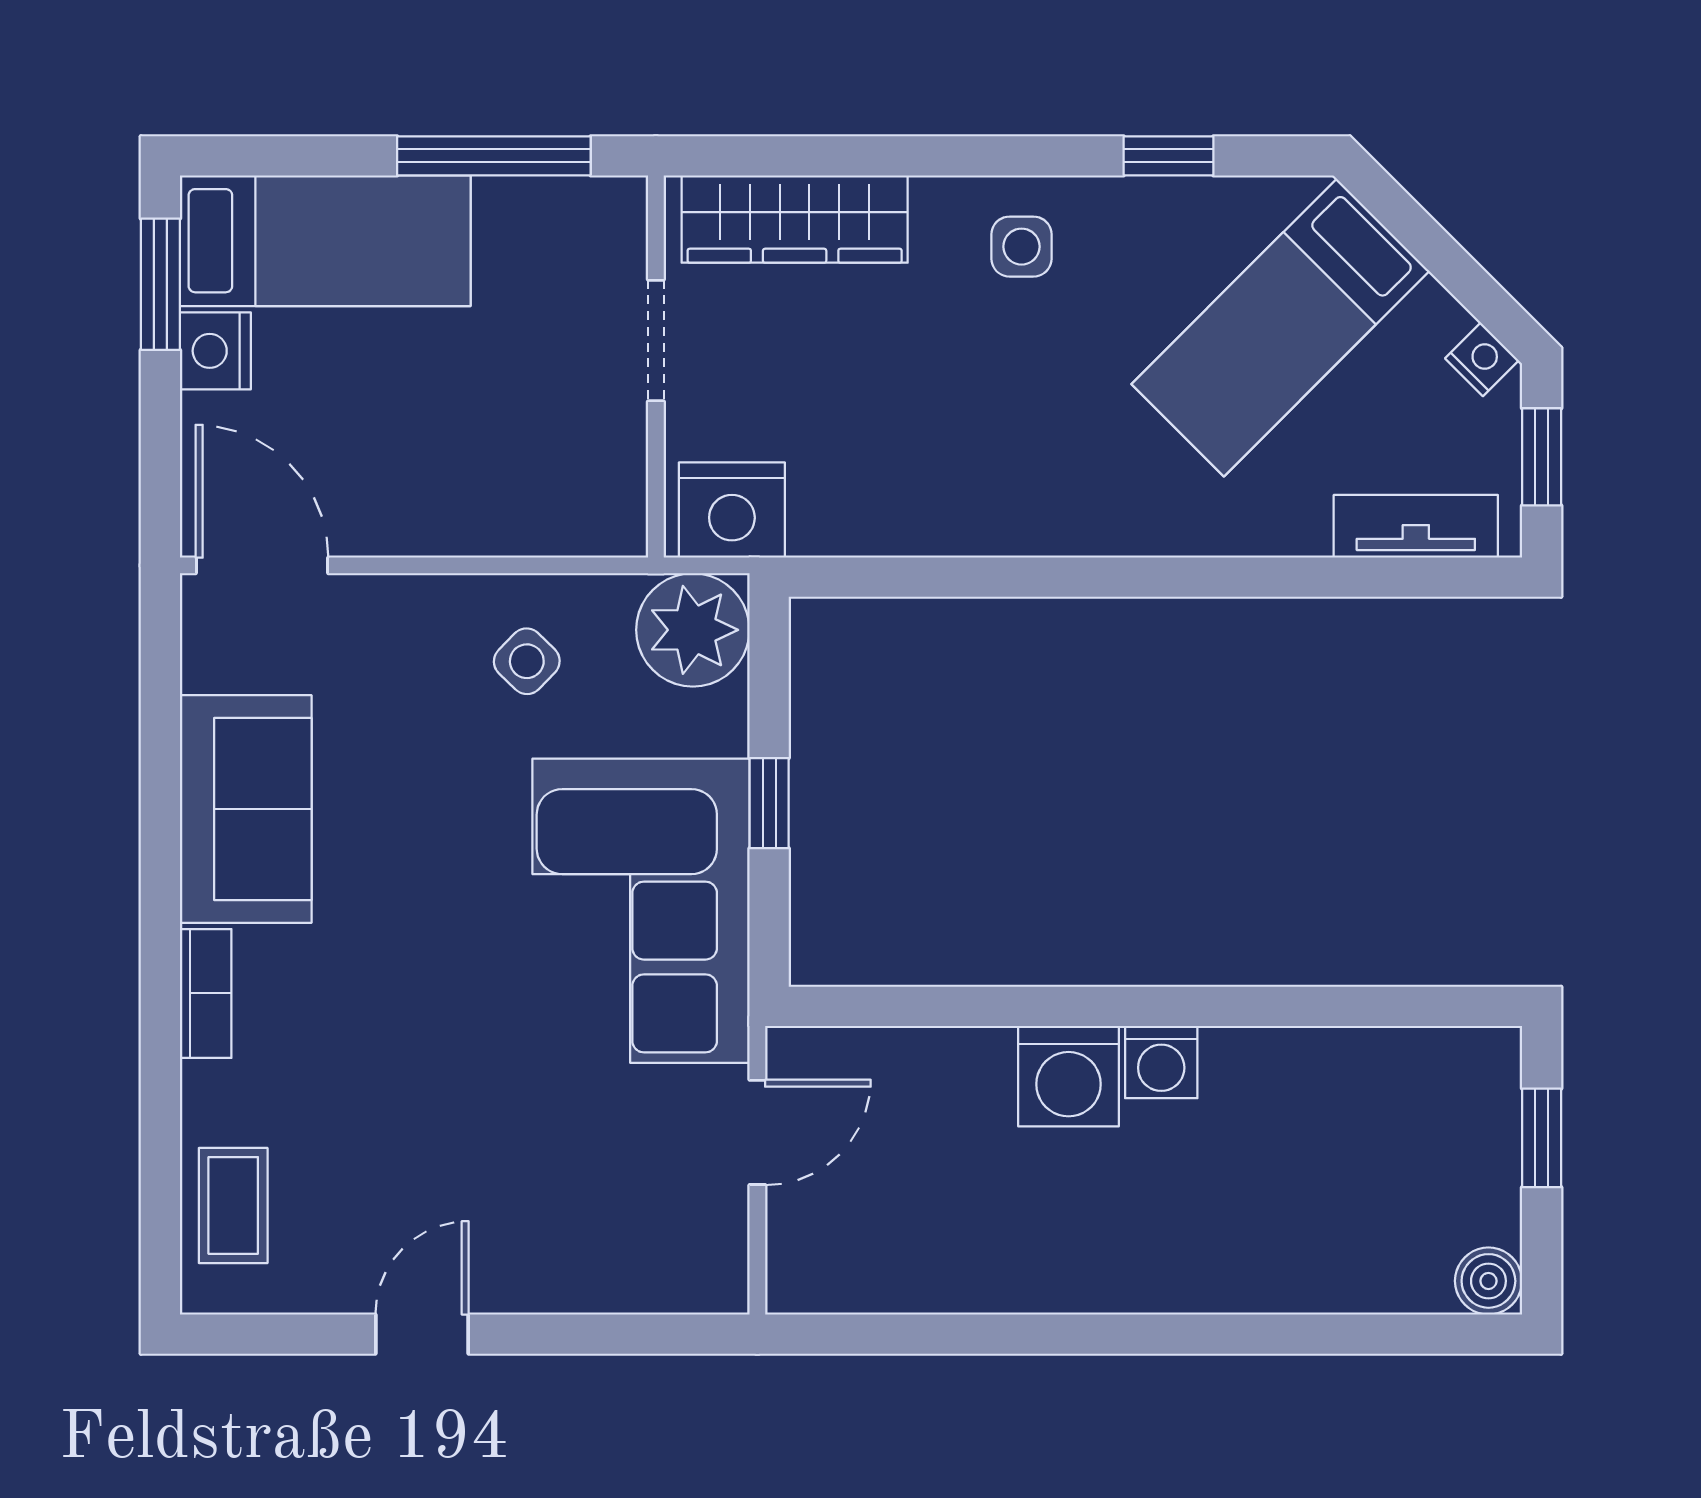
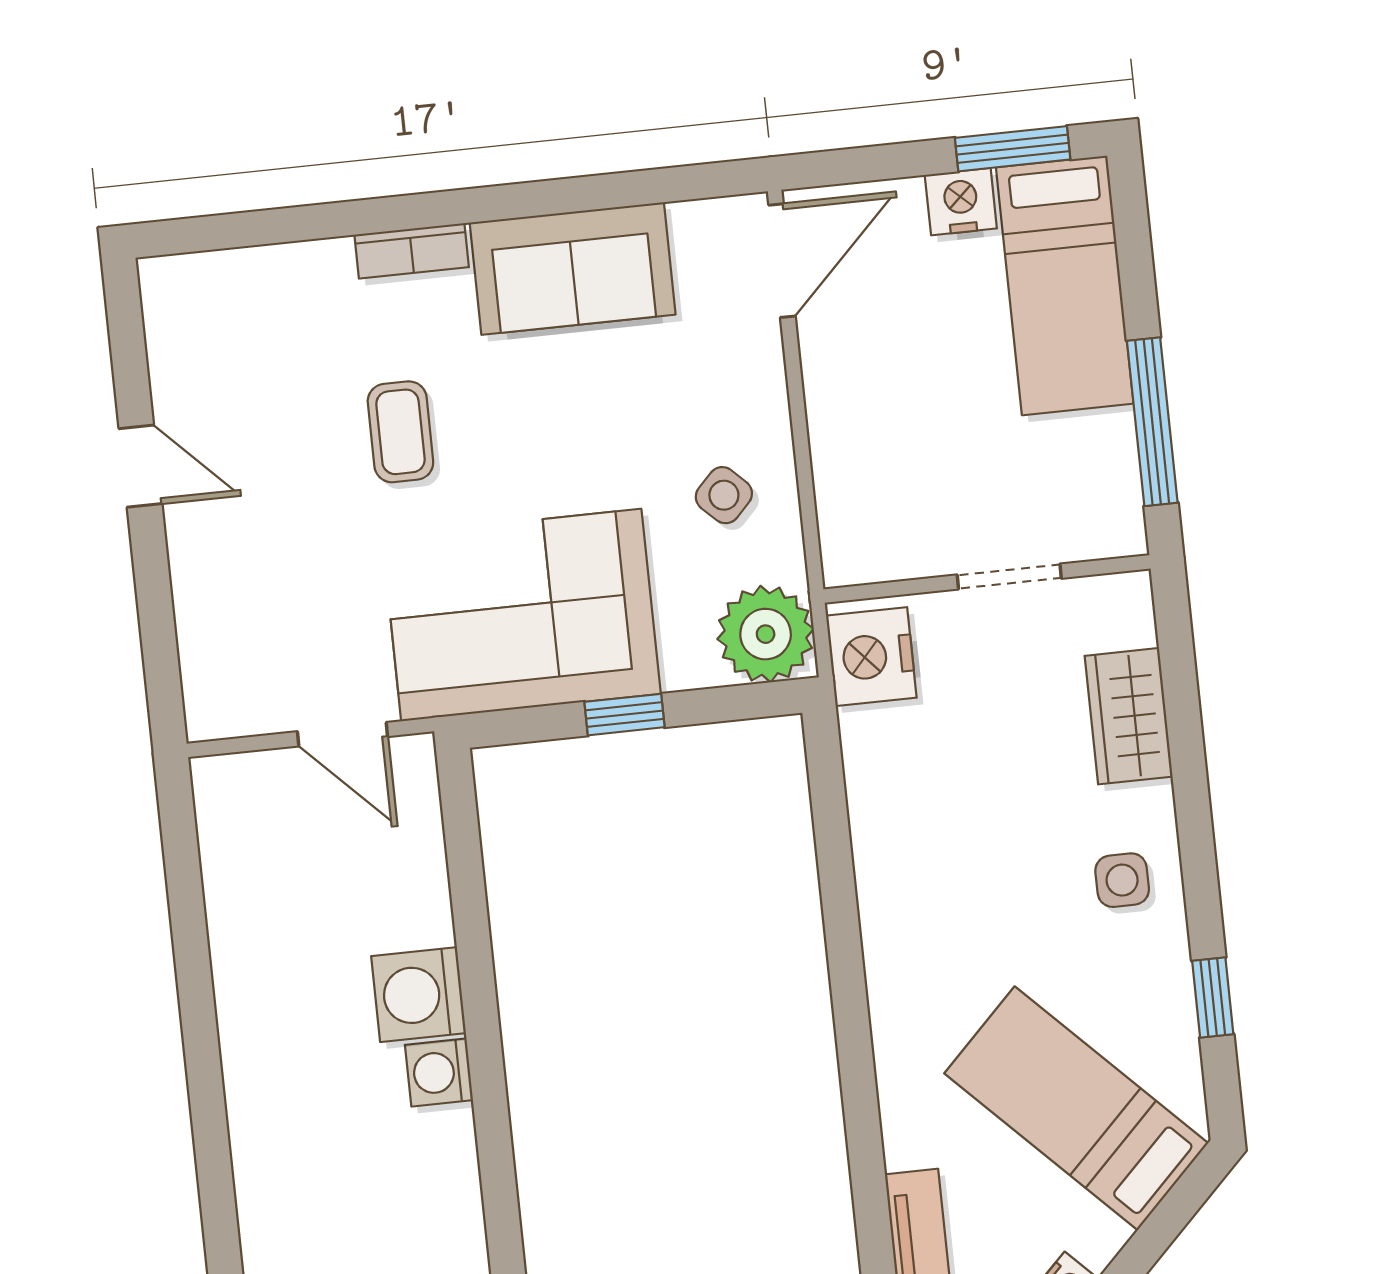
wardrobe: (795, 219) -> (1129, 716), width x0.67
coffee table: (233, 1205) -> (400, 432), moved, turned 90

